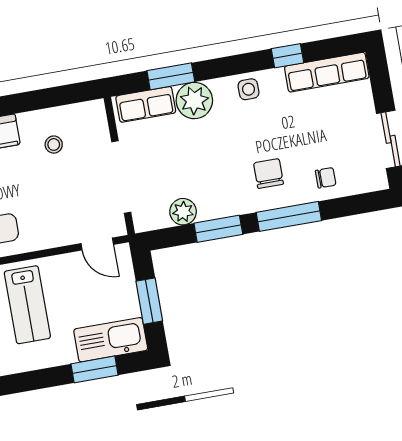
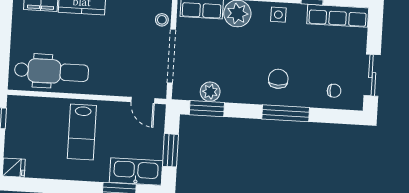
stool: (54, 145) -> (162, 20), moved
chair: (326, 178) -> (334, 91), moved
window: (218, 229) -> (207, 109), moved

